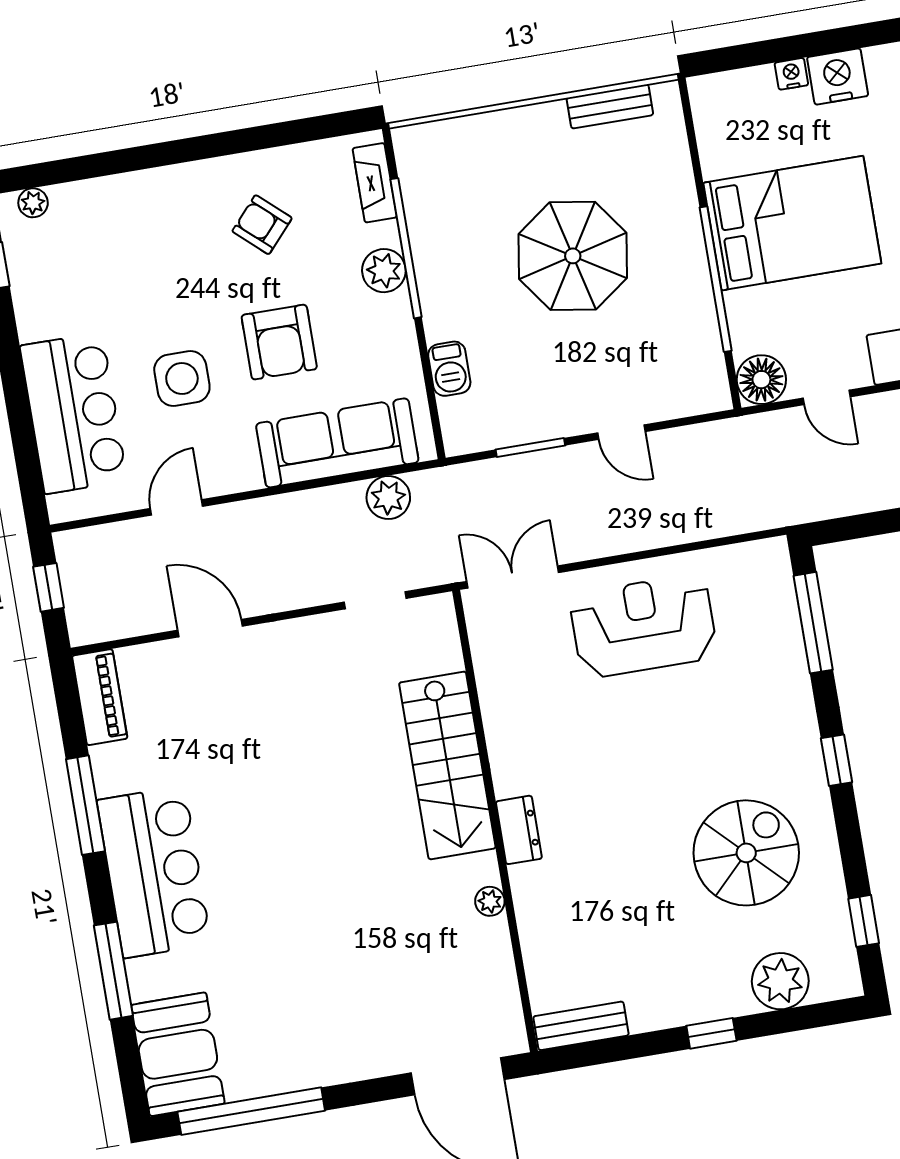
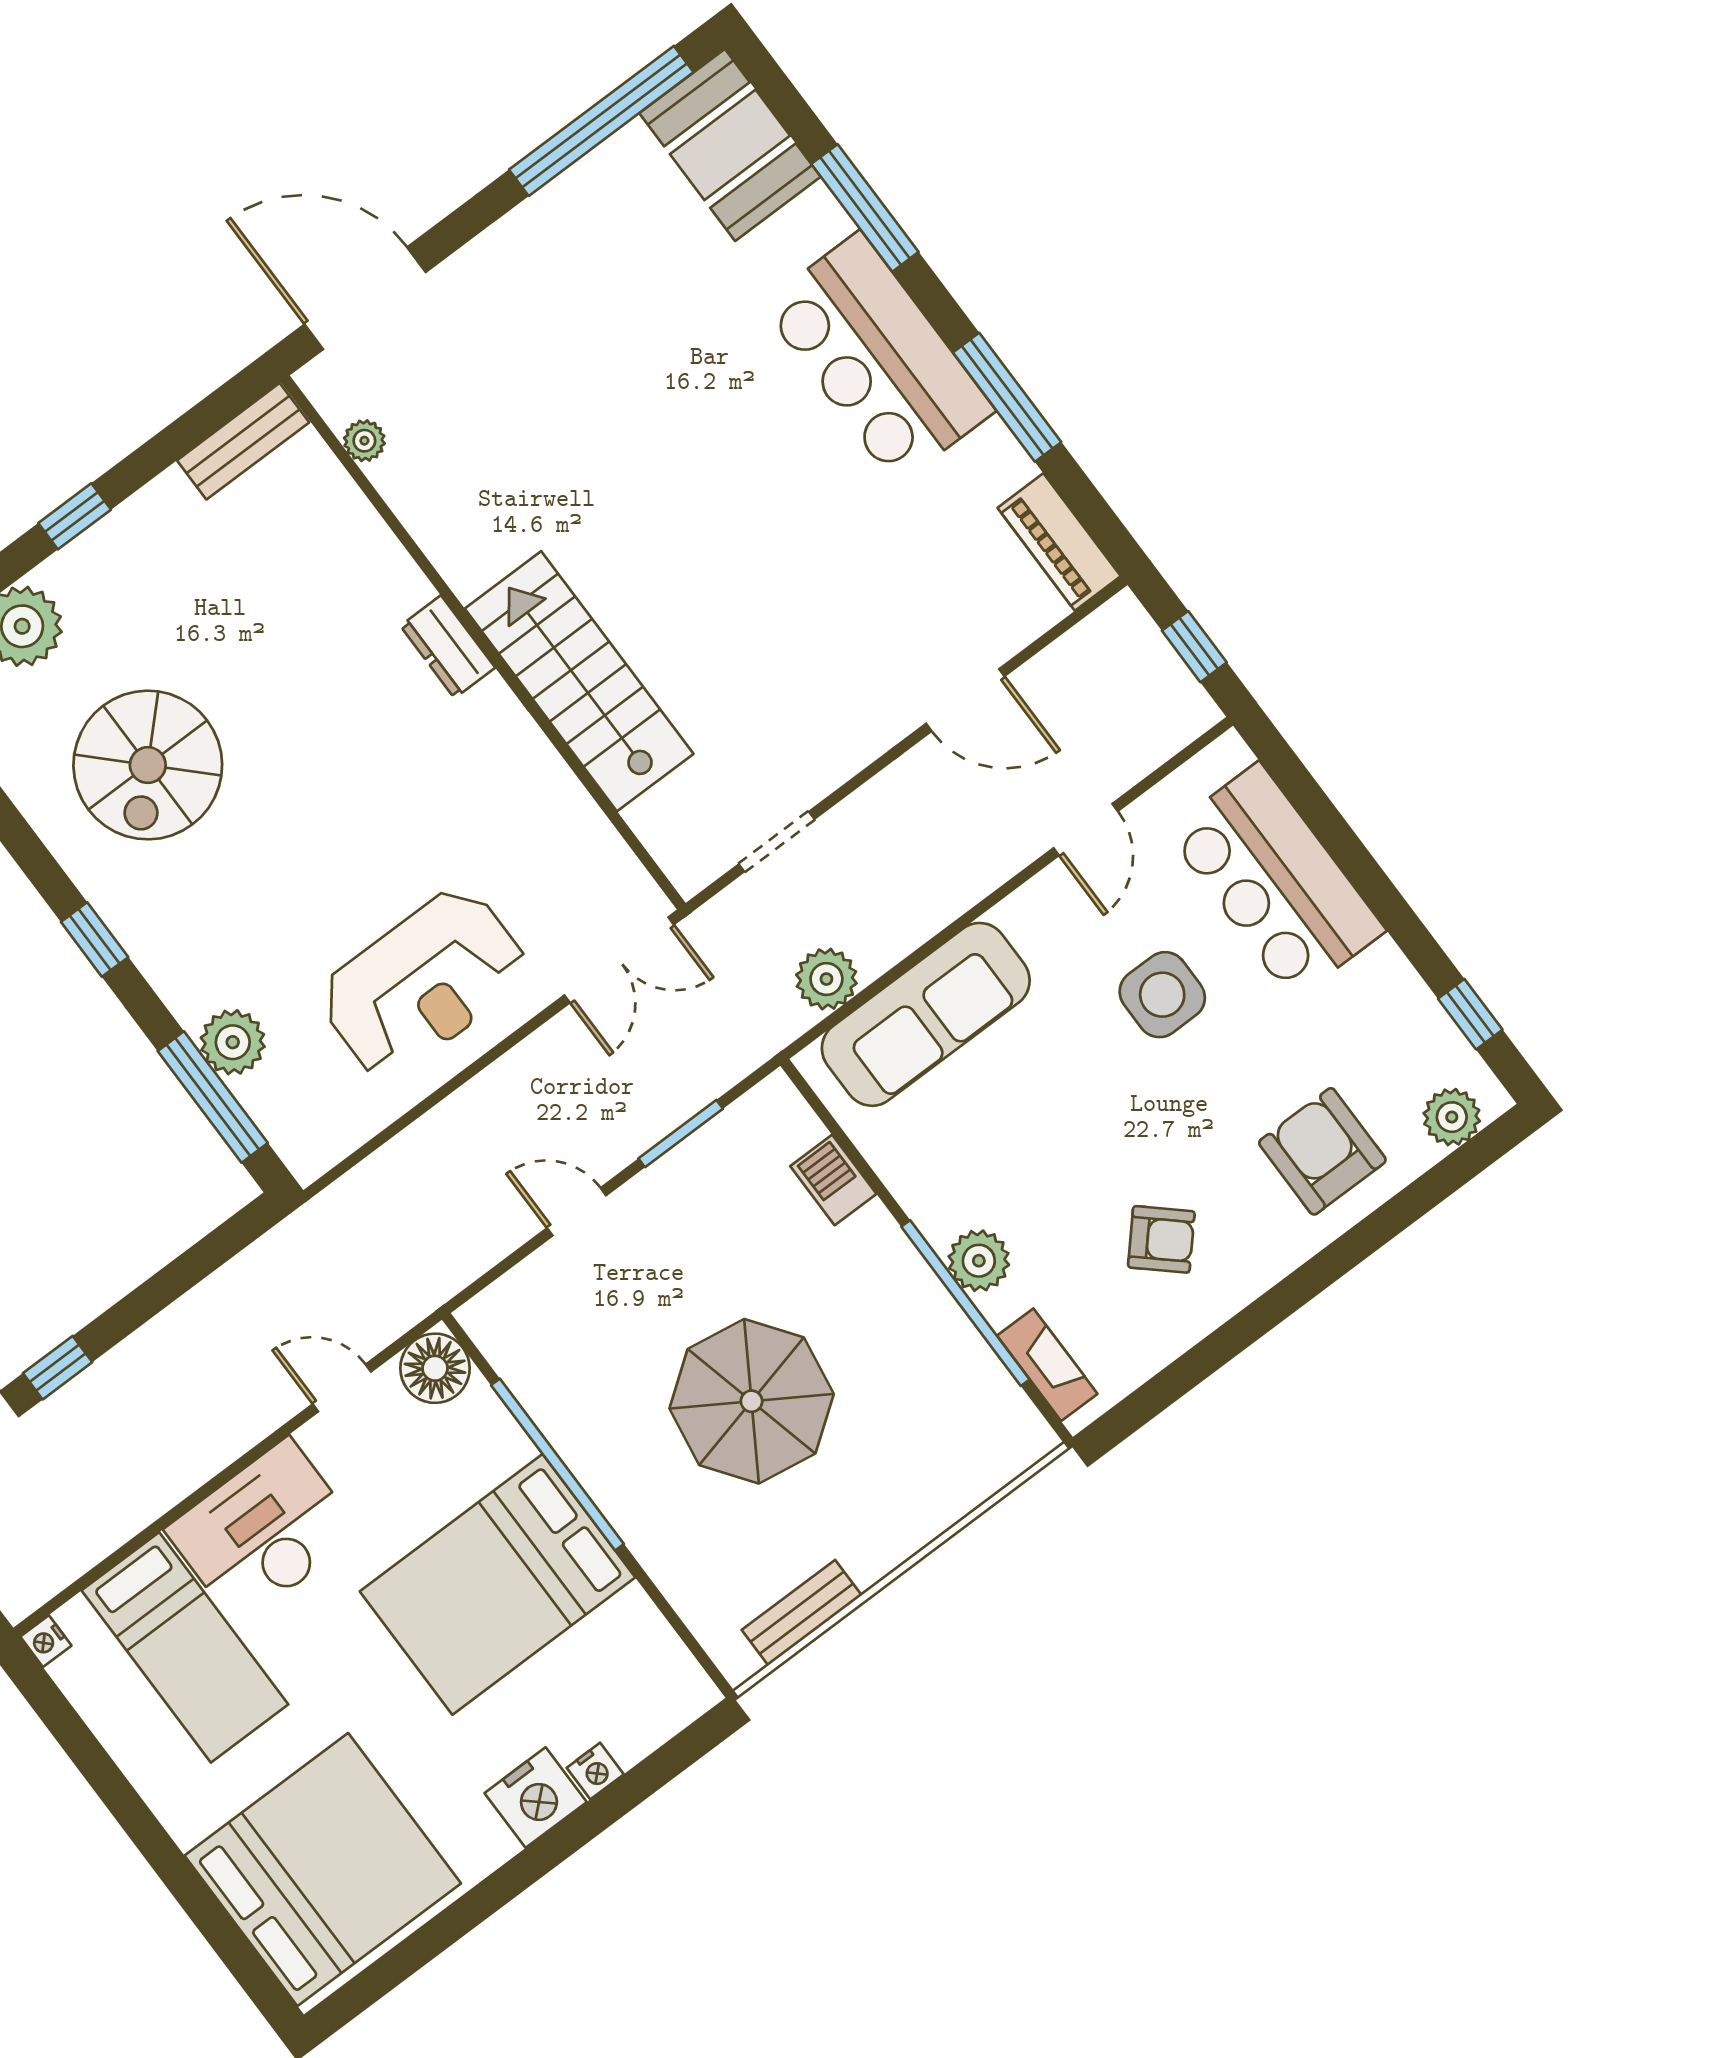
plant: (33, 203) -> (1452, 1117), width x1.38, depth x1.38
armchair: (279, 342) -> (1322, 1151), moved
plant: (783, 651) -> (233, 1042), added
plant: (490, 901) -> (364, 441), moved

